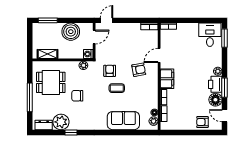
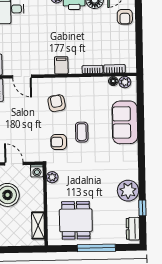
door: (159, 55) -> (22, 77), moved
filing cabinet: (167, 79) -> (61, 65), width x0.50
chair: (77, 96) -> (93, 185), removed
plant: (61, 122) -> (128, 191), moved
window: (71, 132) -> (142, 208), moved

